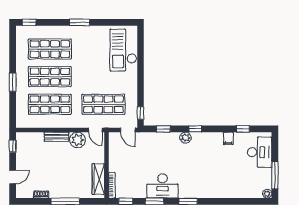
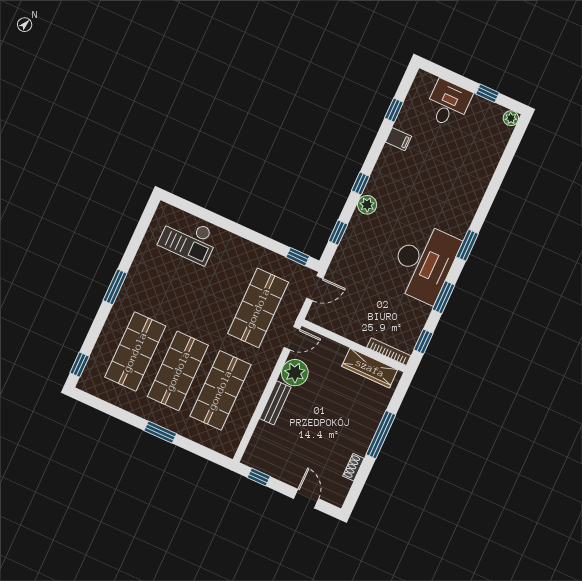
checkout: (123, 50) -> (188, 239), width x0.73, depth x0.83
desk: (260, 152) -> (448, 104), width x0.73
window: (275, 175) -> (487, 93), width x0.46
desk: (163, 186) -> (424, 263), width x1.36, depth x1.30

